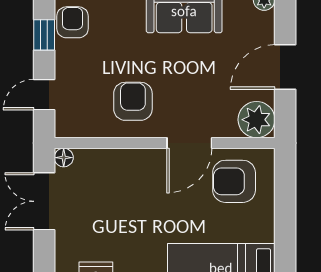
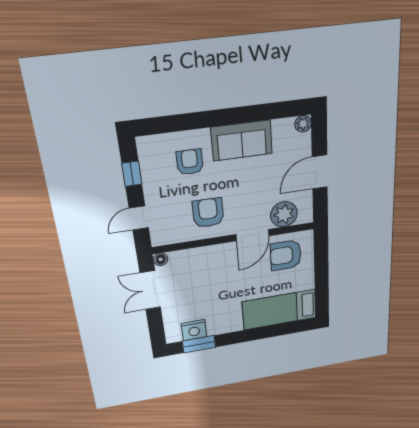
armchair: (73, 22) -> (190, 162), moved
plant: (256, 120) -> (284, 214), moved

